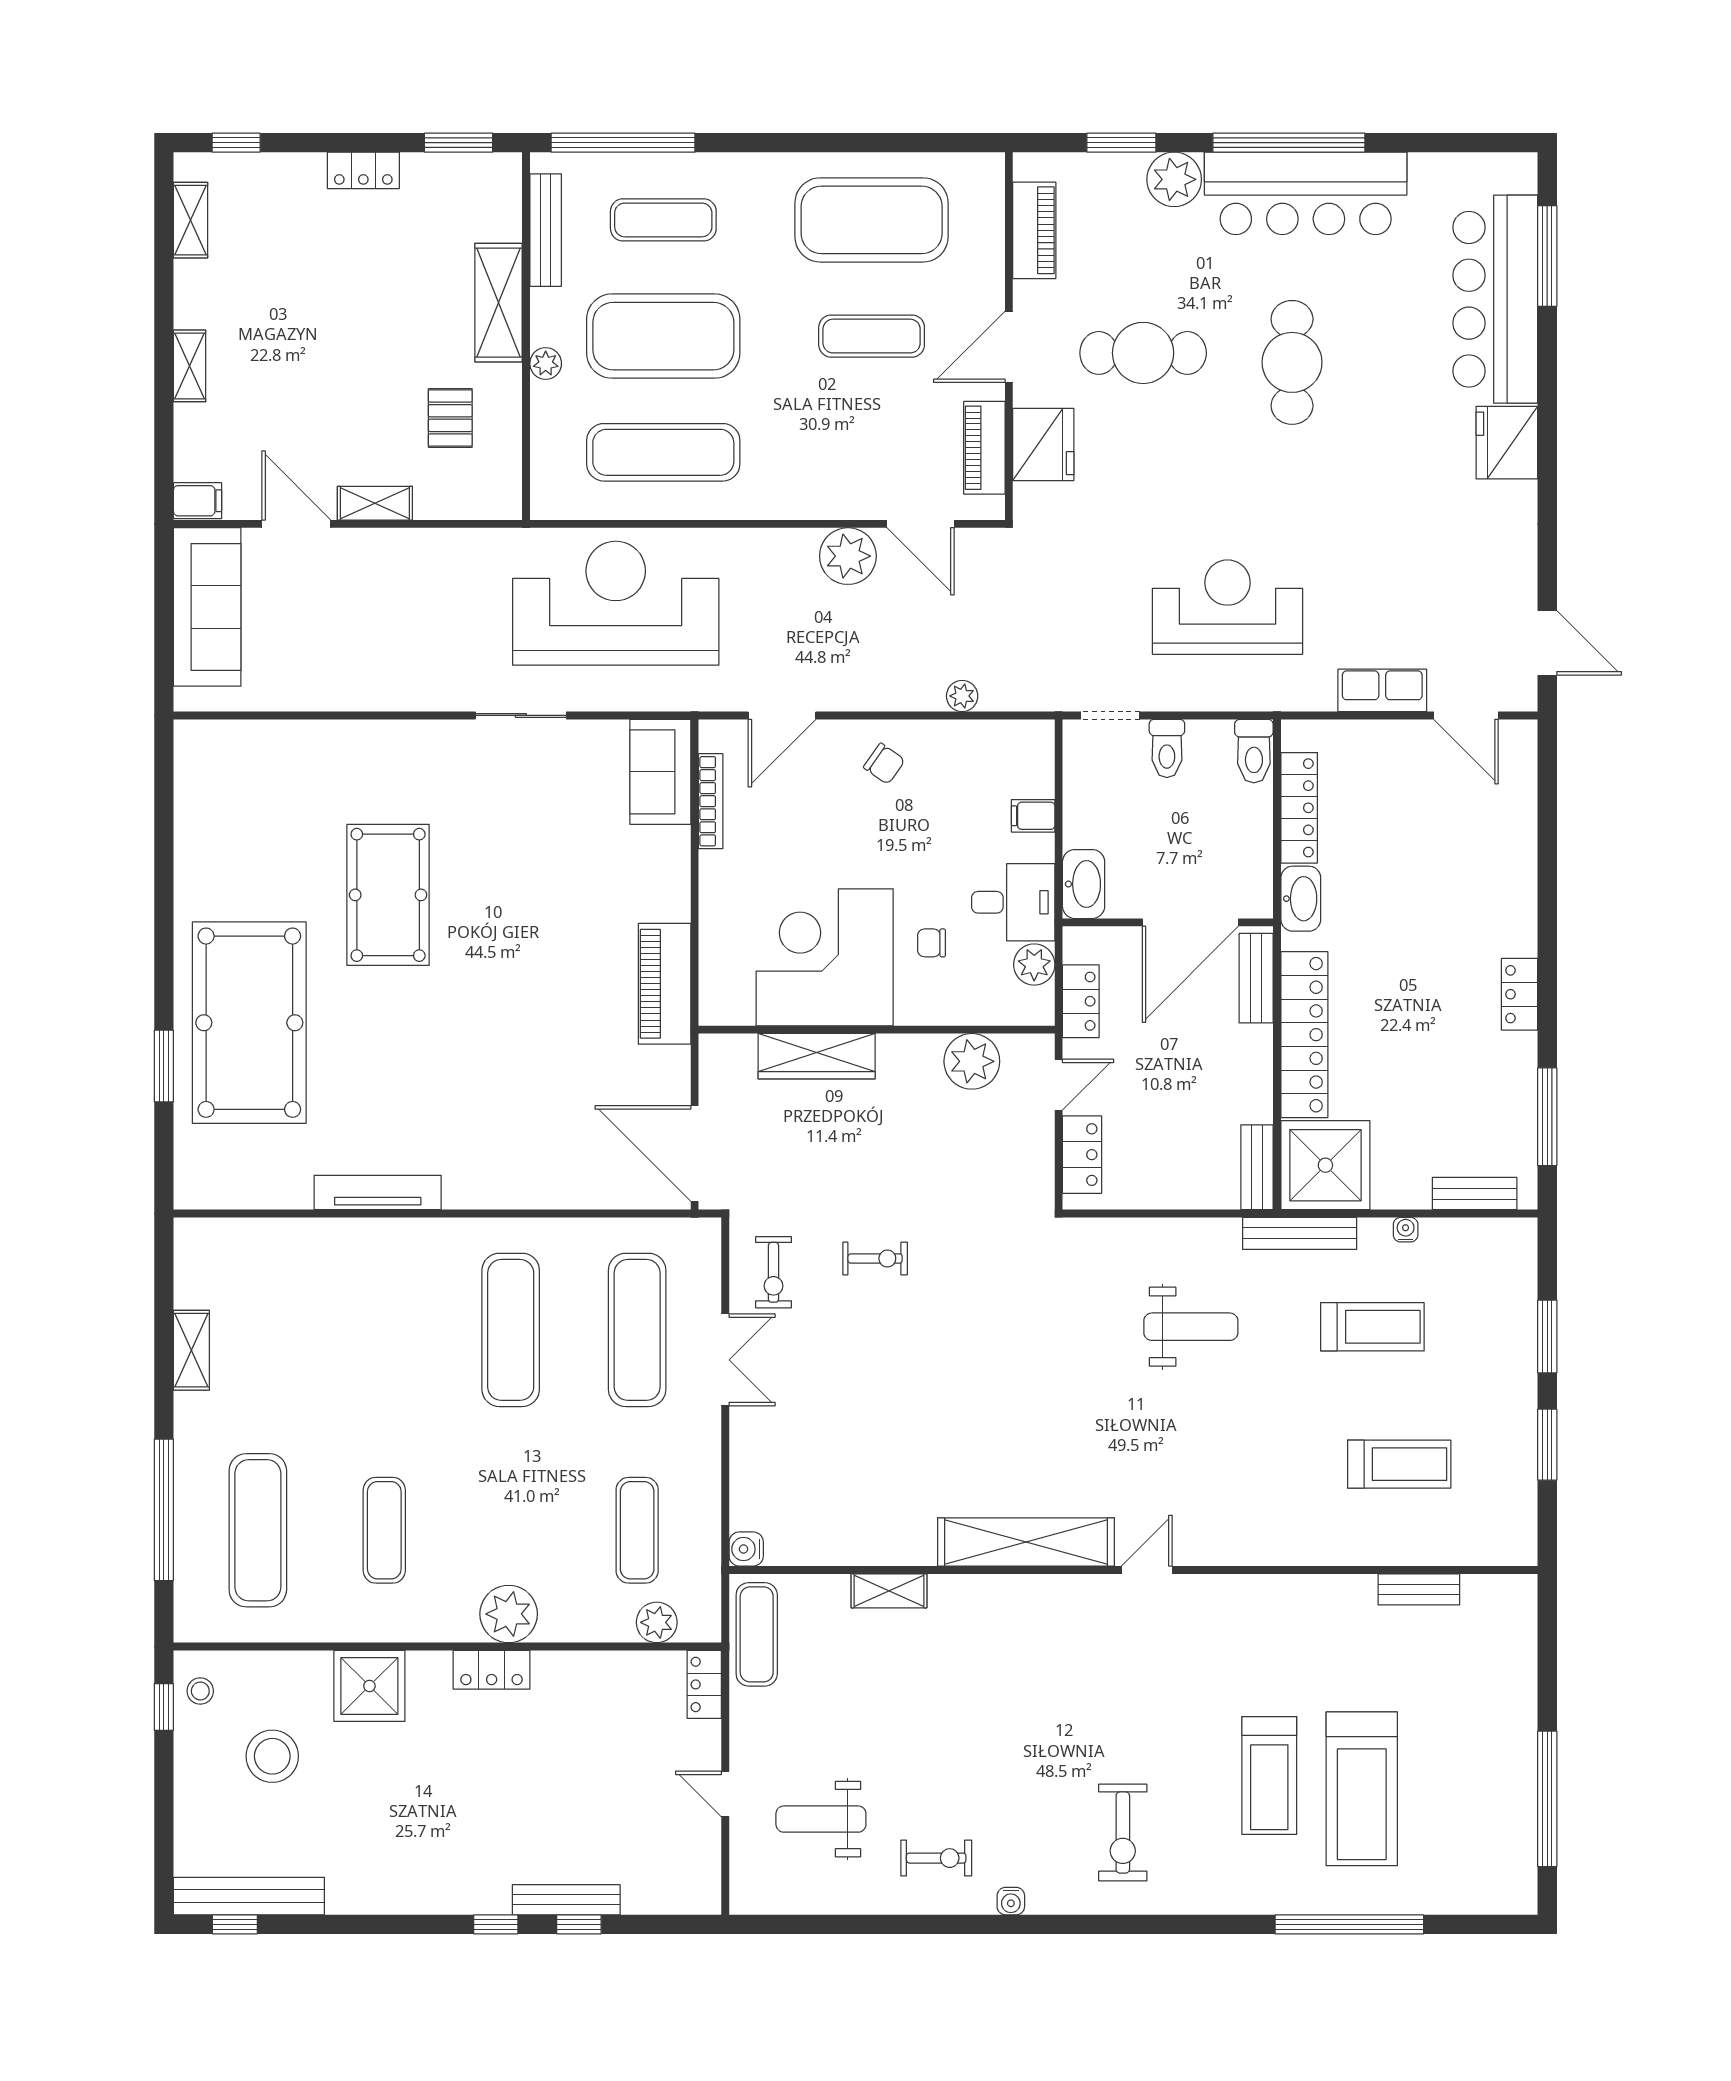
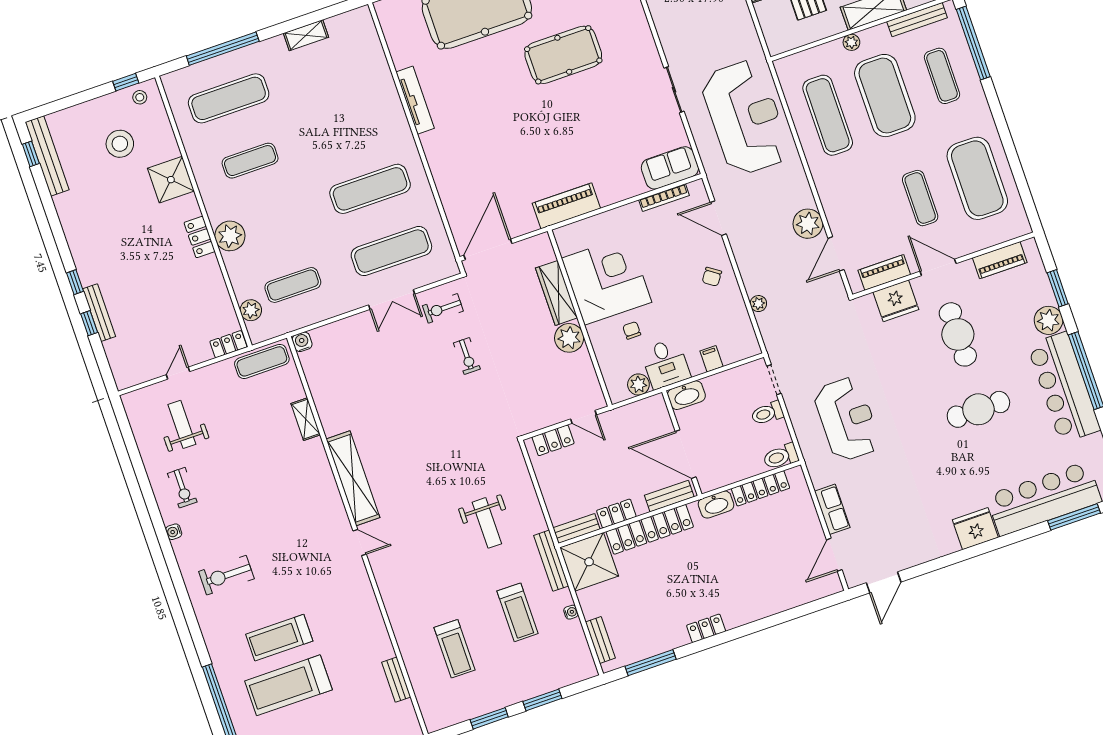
locker: (1081, 1001) -> (616, 514), moved, turned 180
plant: (972, 1061) -> (569, 338), moved

